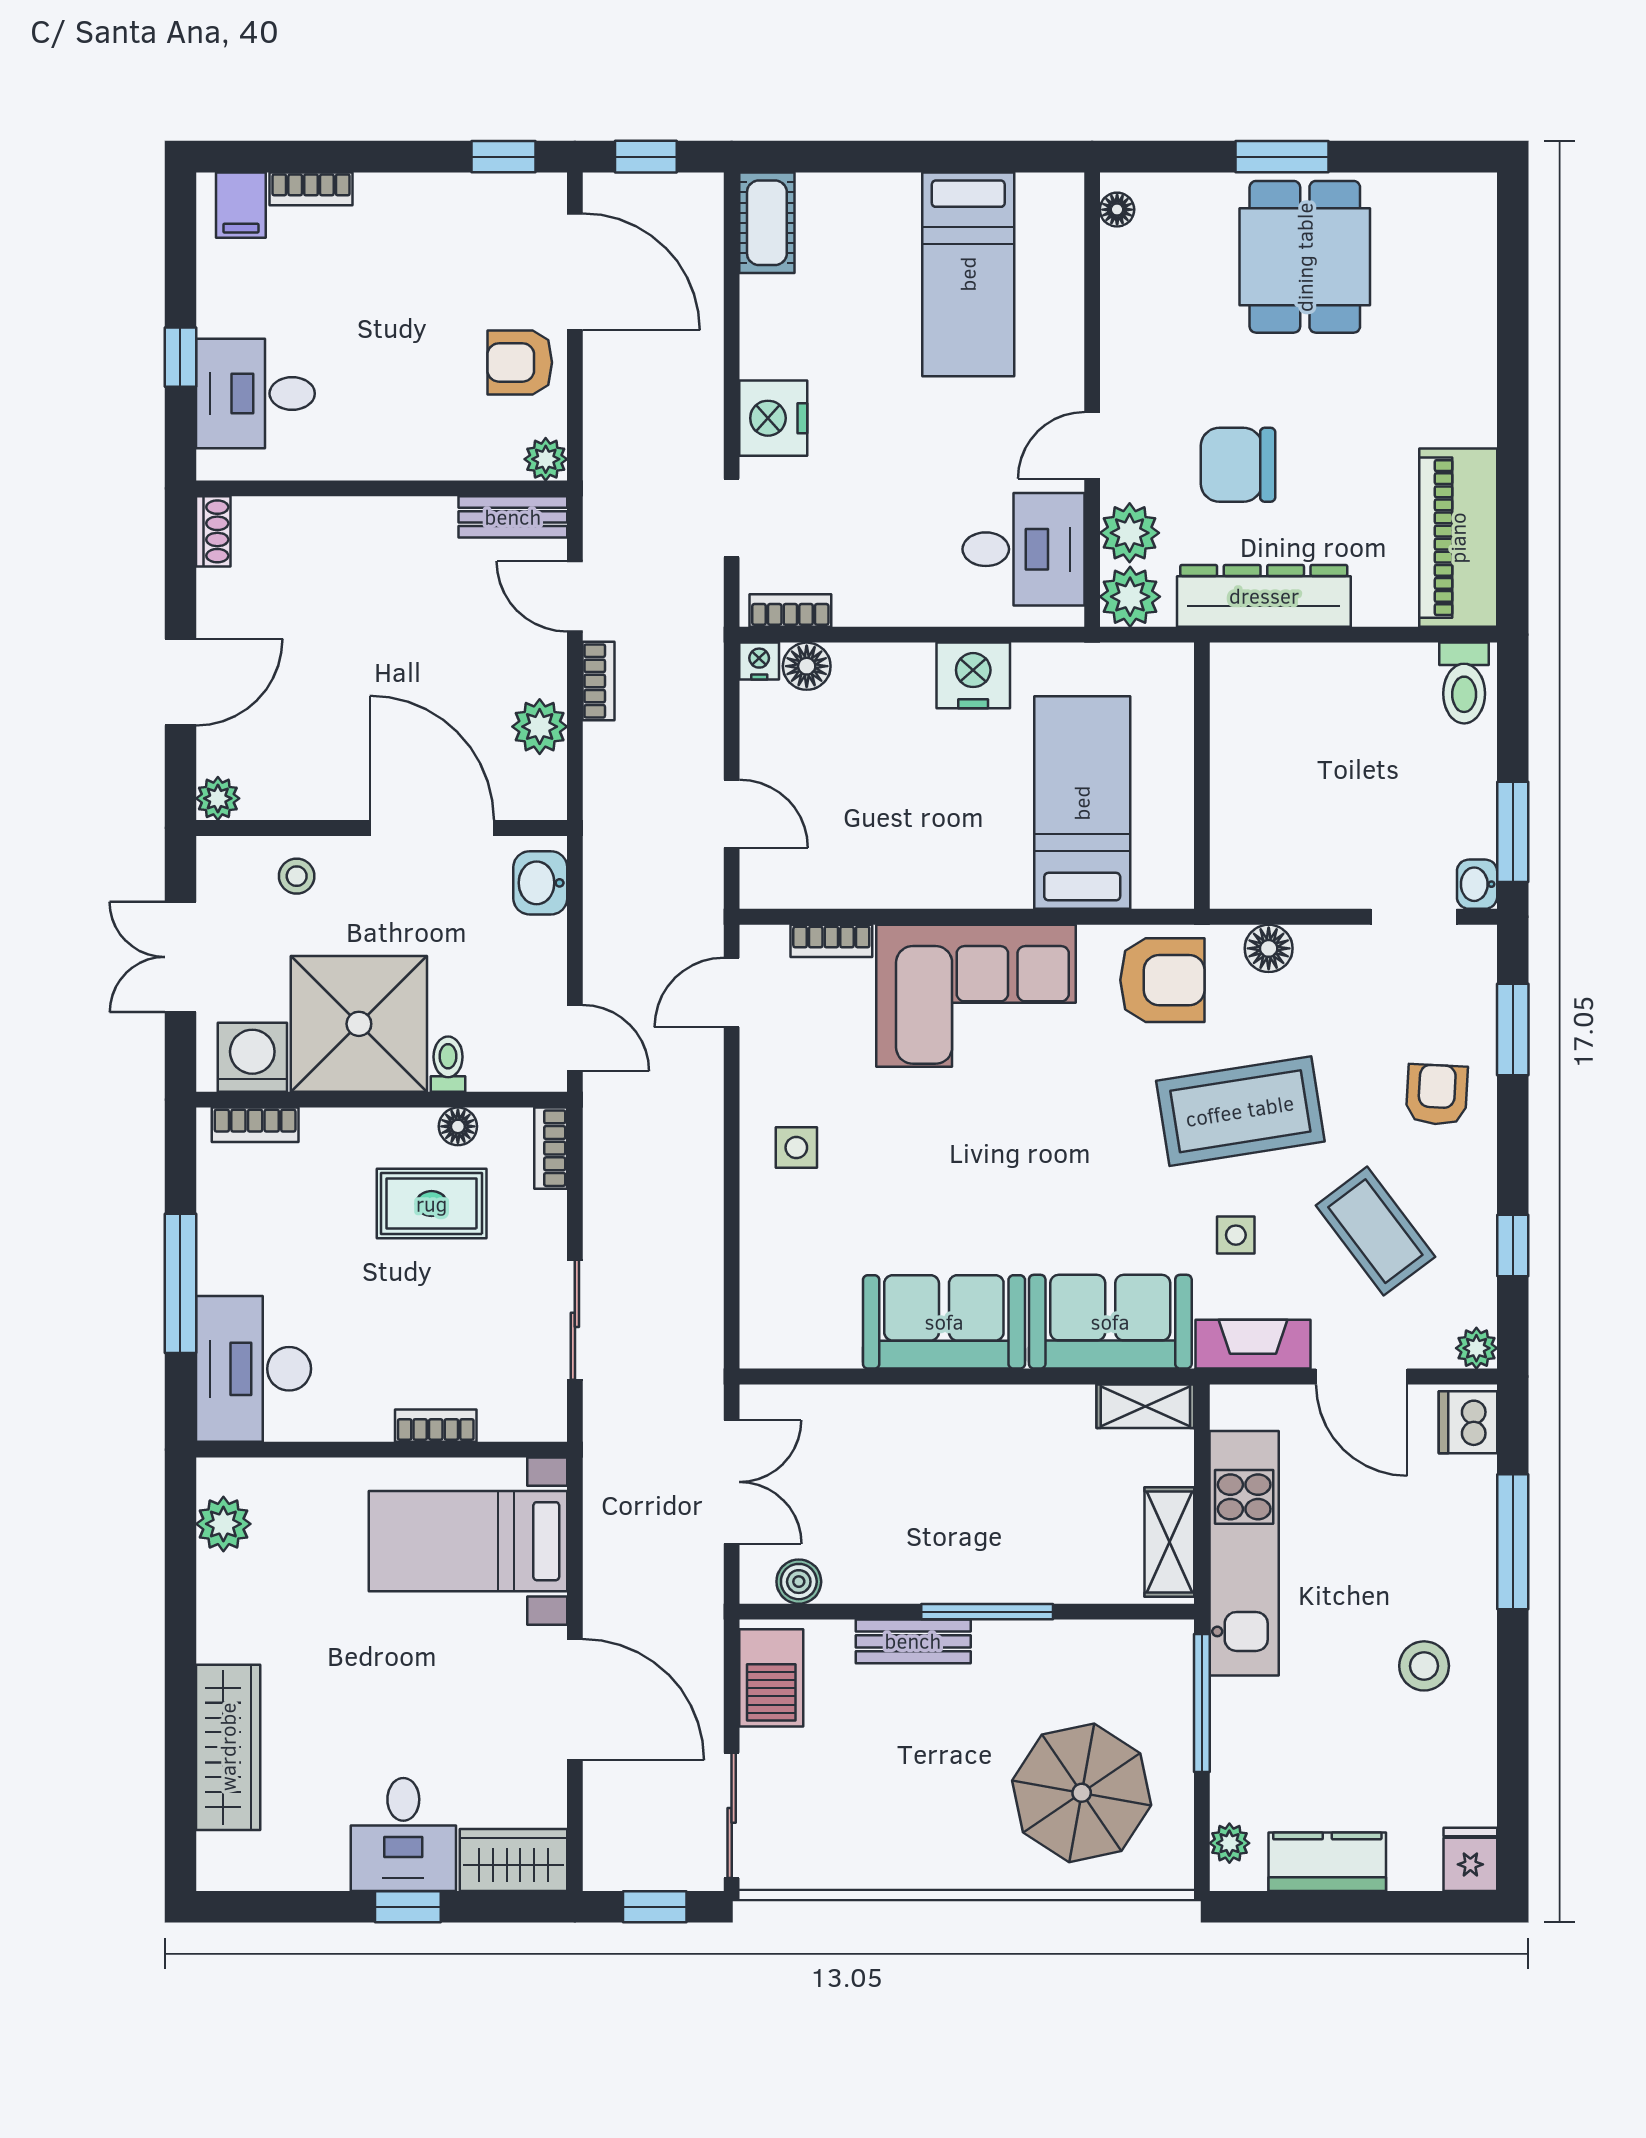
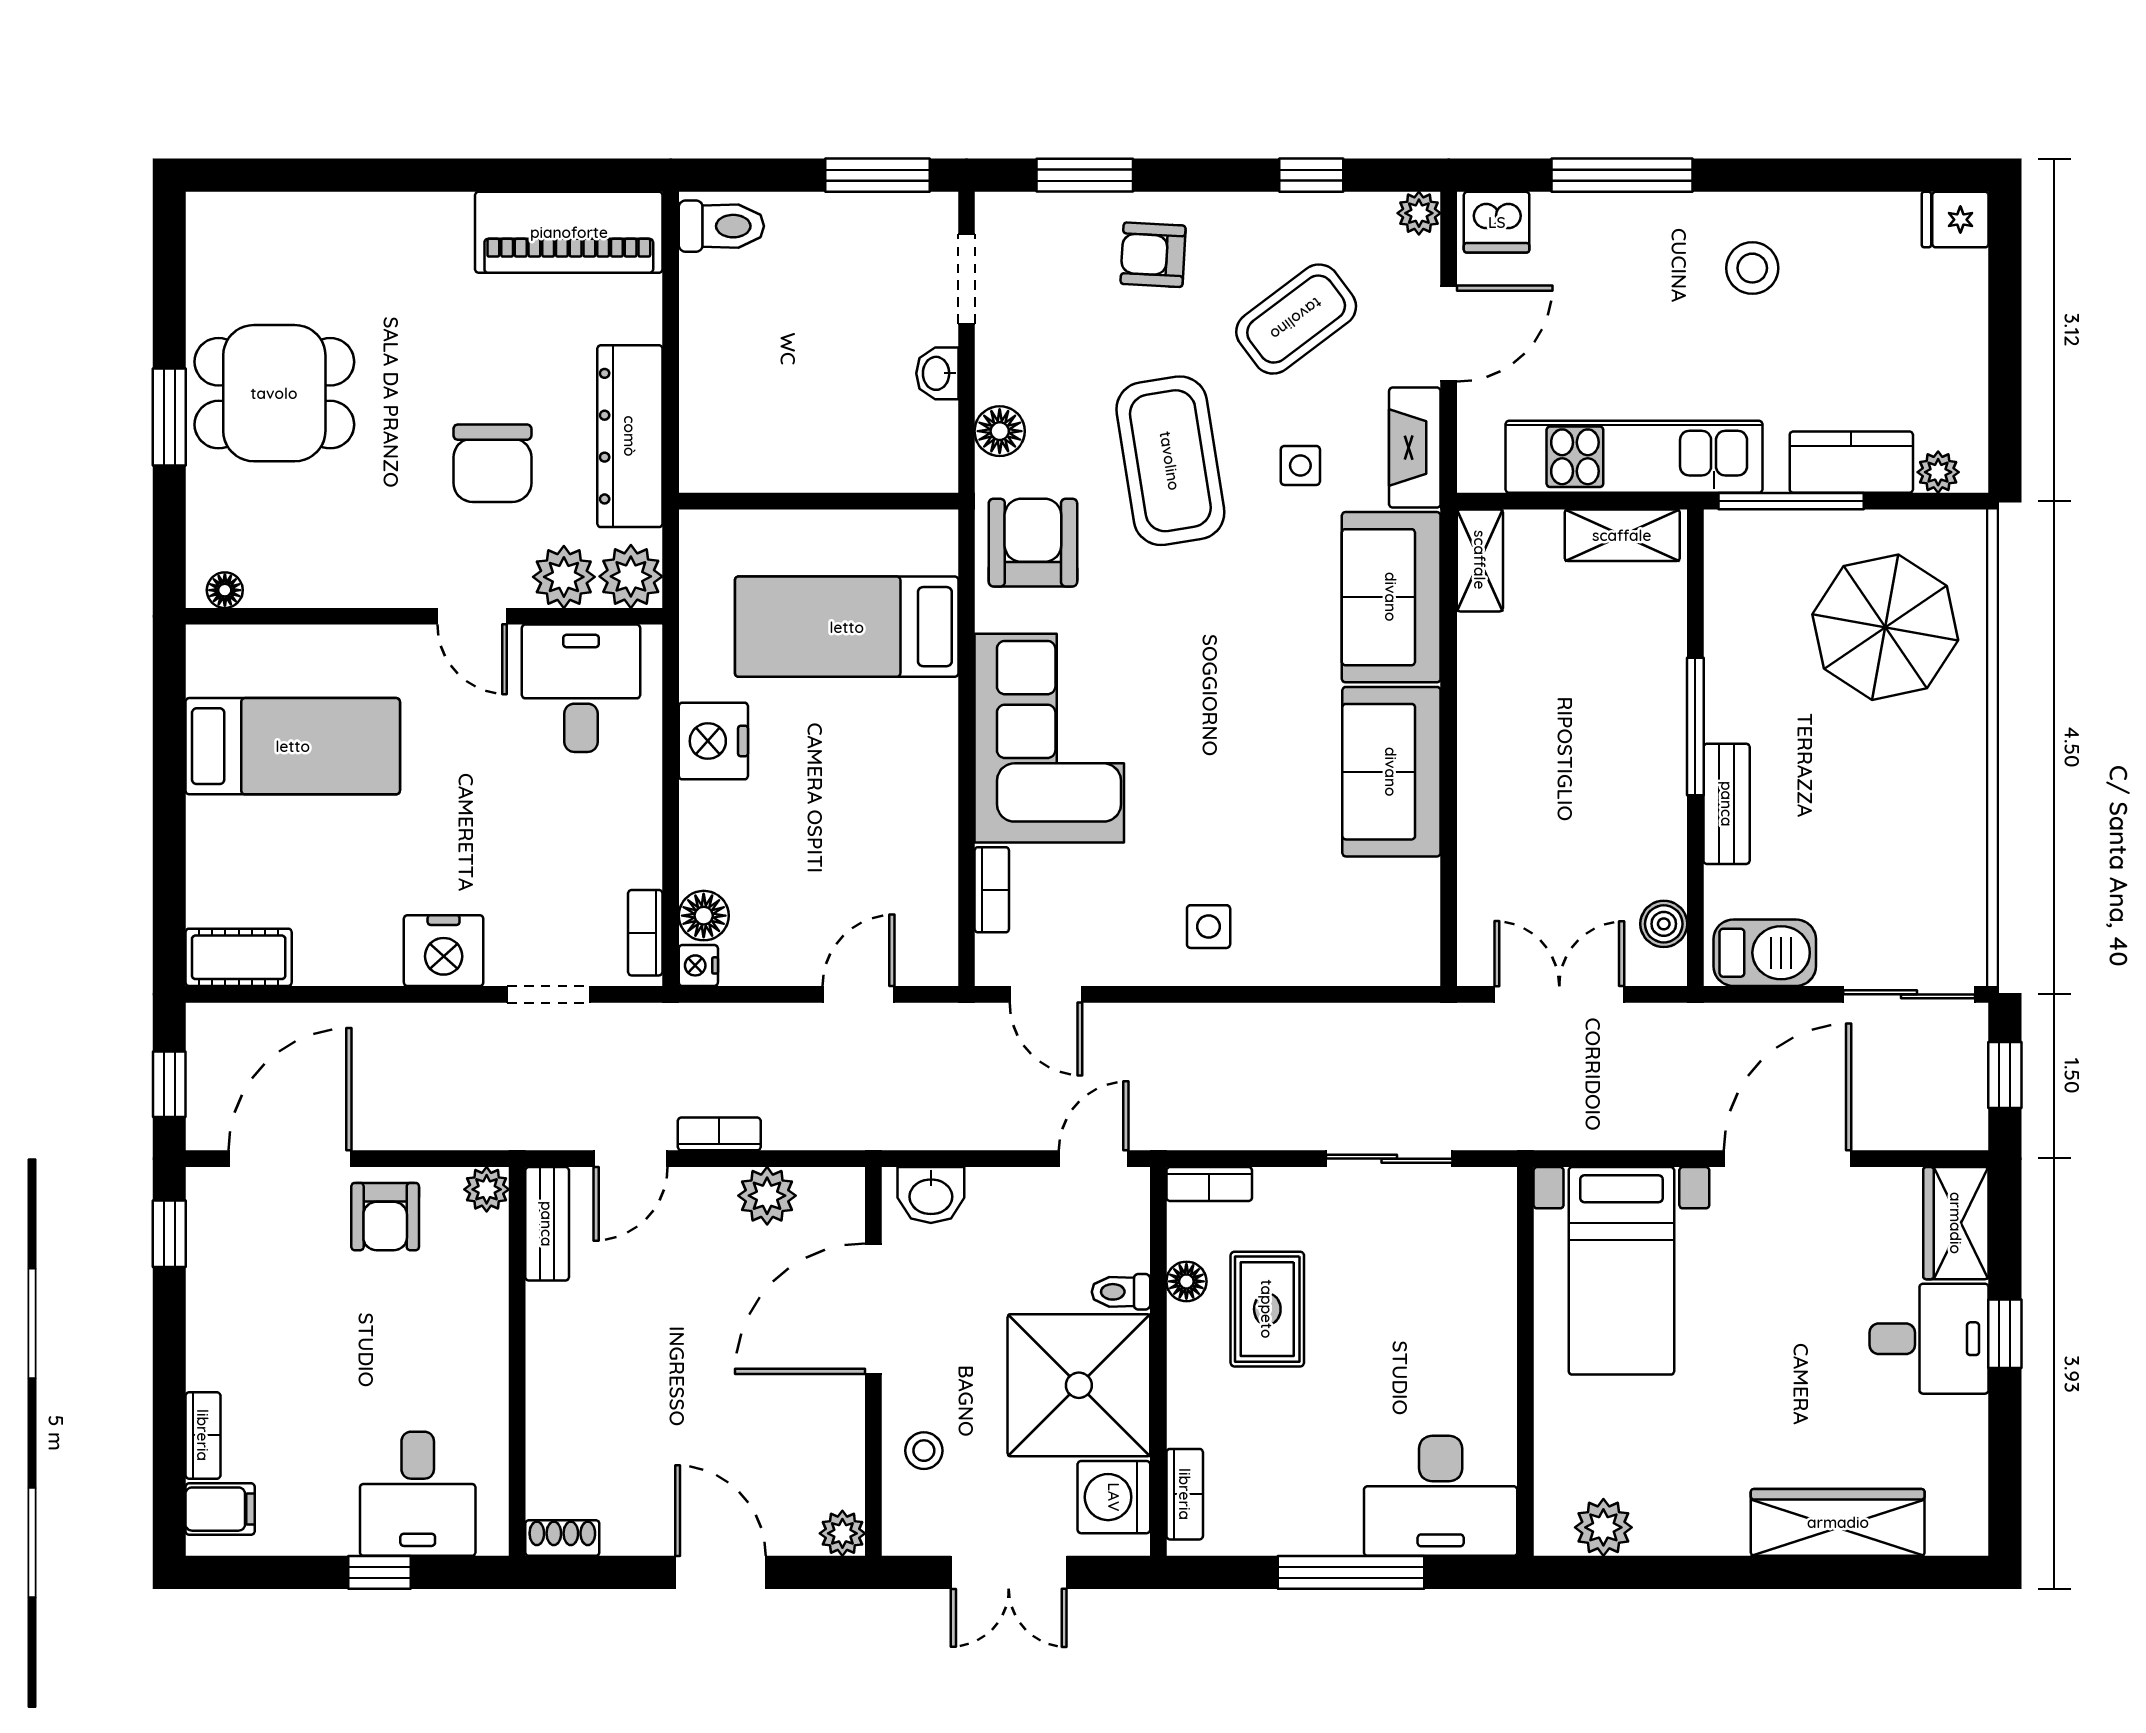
washbasin: (1477, 884) -> (937, 373), moved, turned 90
bookcase: (436, 1426) -> (1500, 1305), removed
kitchen counter: (1327, 1862) -> (1851, 462), moved, turned 90

